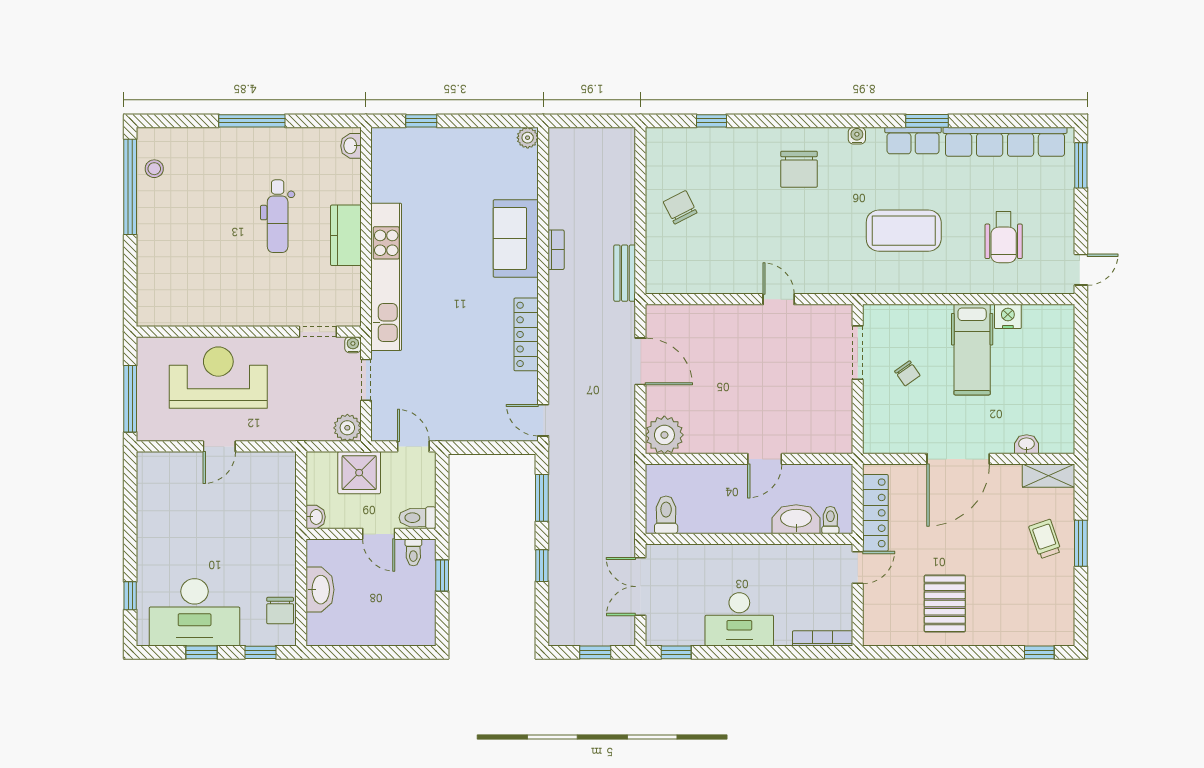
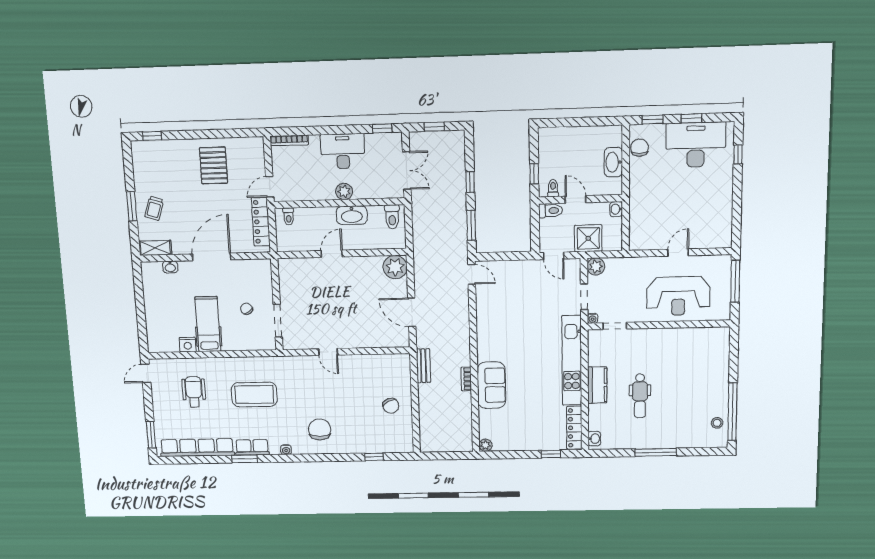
dental chair: (278, 216) -> (640, 396), turned 180
locker: (526, 334) -> (574, 428), moved, turned 180
washbasin: (796, 519) -> (352, 215), moved
trolley: (1045, 539) -> (154, 208), turned 37
plant: (740, 557) -> (344, 191), added

